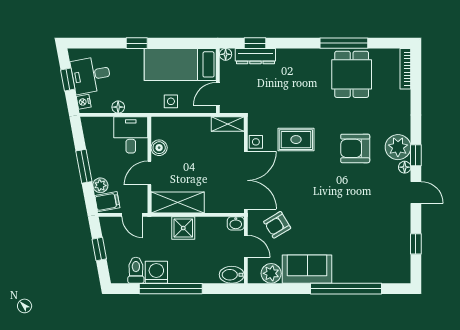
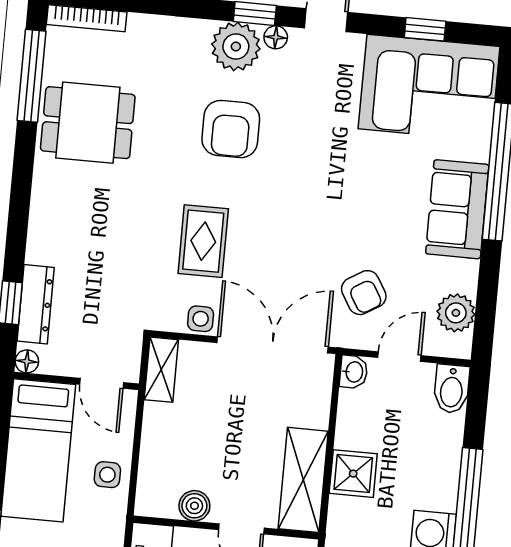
window: (344, 43) -> (31, 76), moved
corner sofa: (386, 249) -> (429, 88), added
sofa: (307, 269) -> (457, 209), moved

